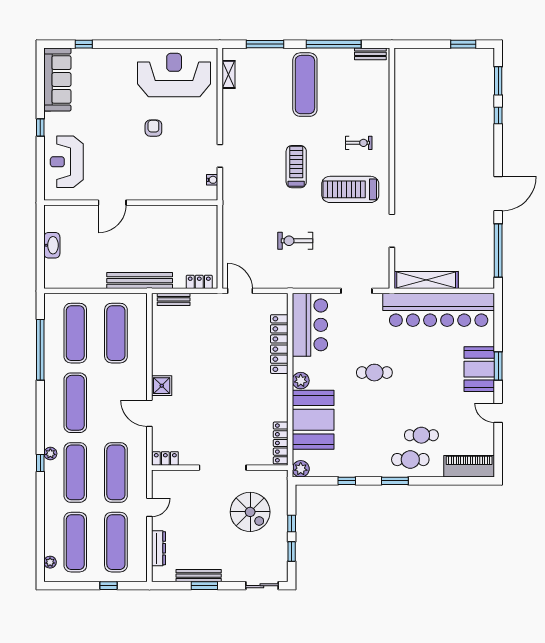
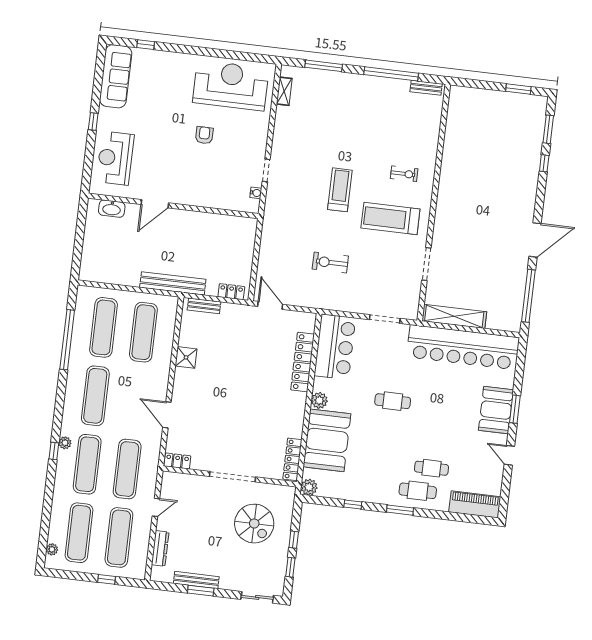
exercise mat: (305, 85) -> (358, 110), removed
washbasin: (52, 245) -> (112, 209), moved, turned 90
shower: (162, 386) -> (186, 357), moved

